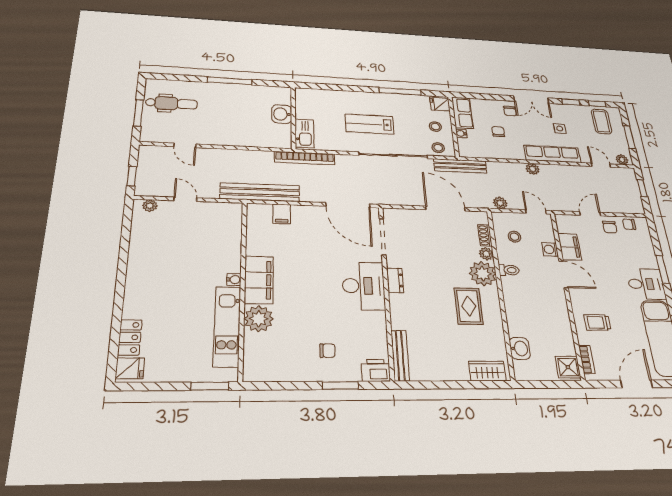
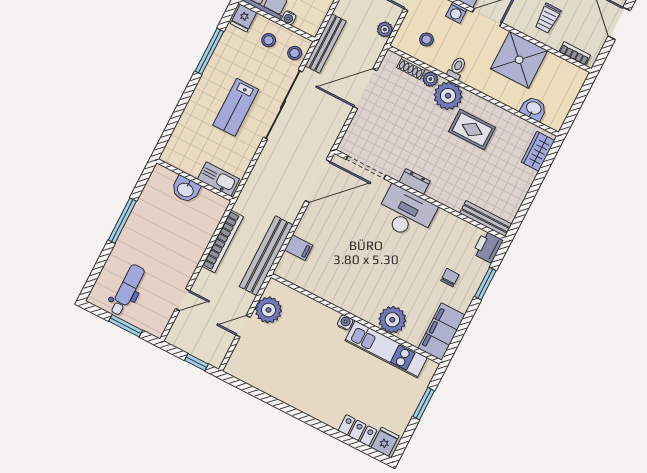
bookcase: (305, 158) -> (223, 241), moved
plant: (150, 206) -> (268, 310), moved, width x1.88, depth x1.88
filing cabinet: (259, 280) -> (442, 332), moved, turned -90
shower: (568, 367) -> (519, 60), moved, width x1.86, depth x1.86
window: (210, 386) -> (424, 404), moved

